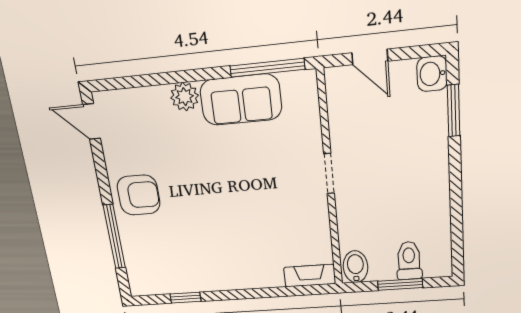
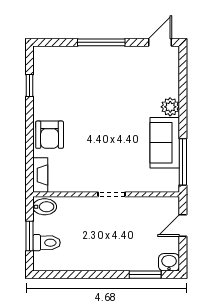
armchair: (139, 195) -> (50, 135), moved
window: (114, 237) -> (101, 42), moved

